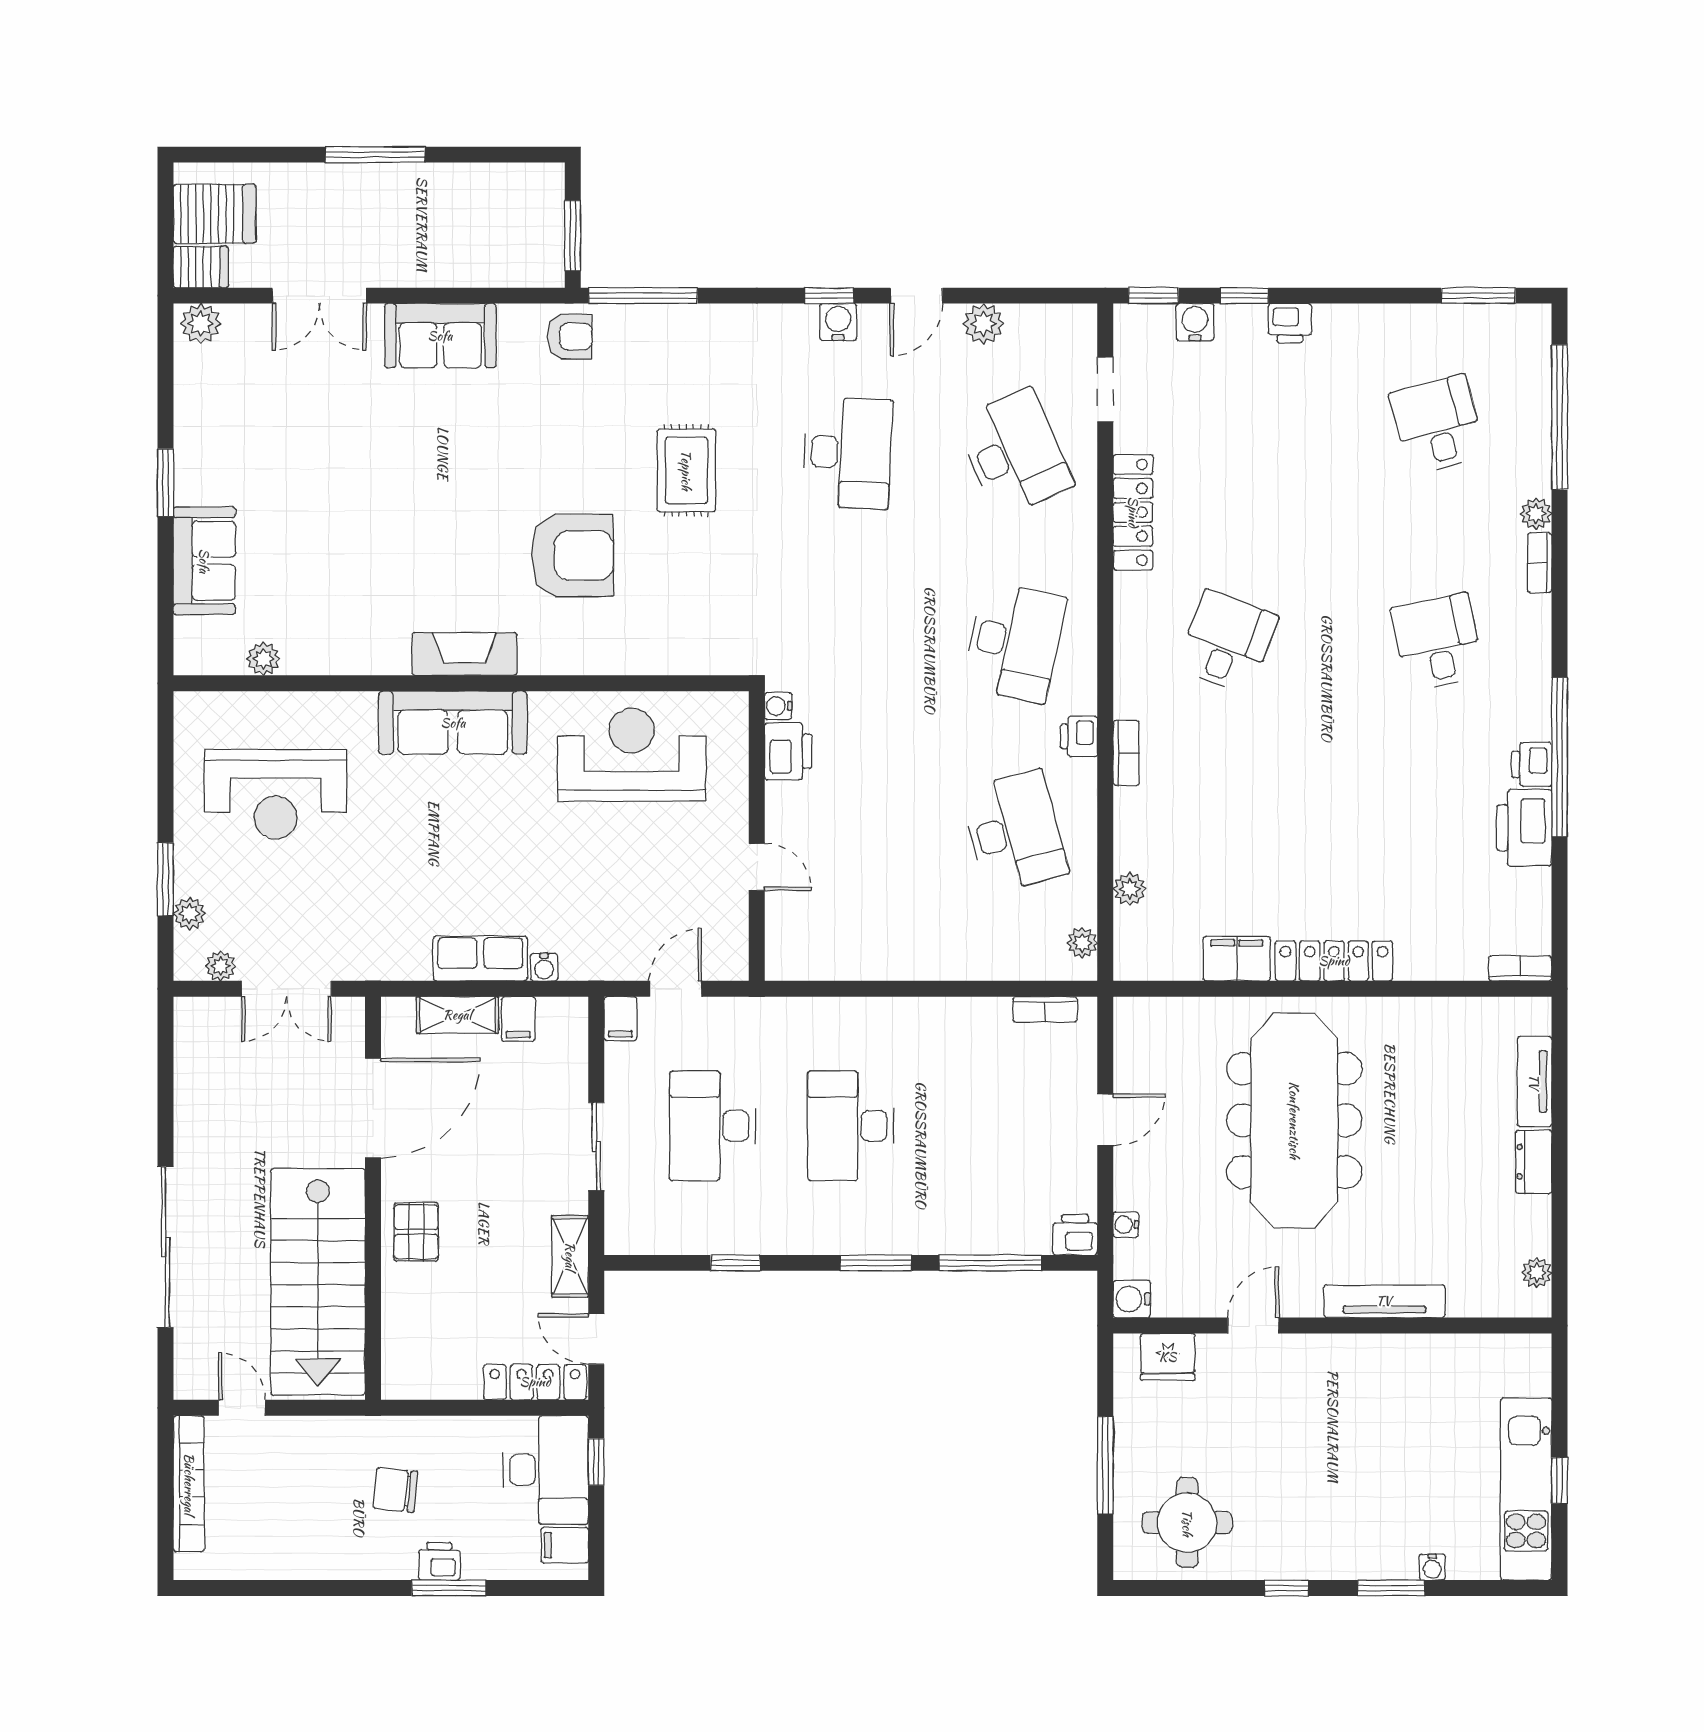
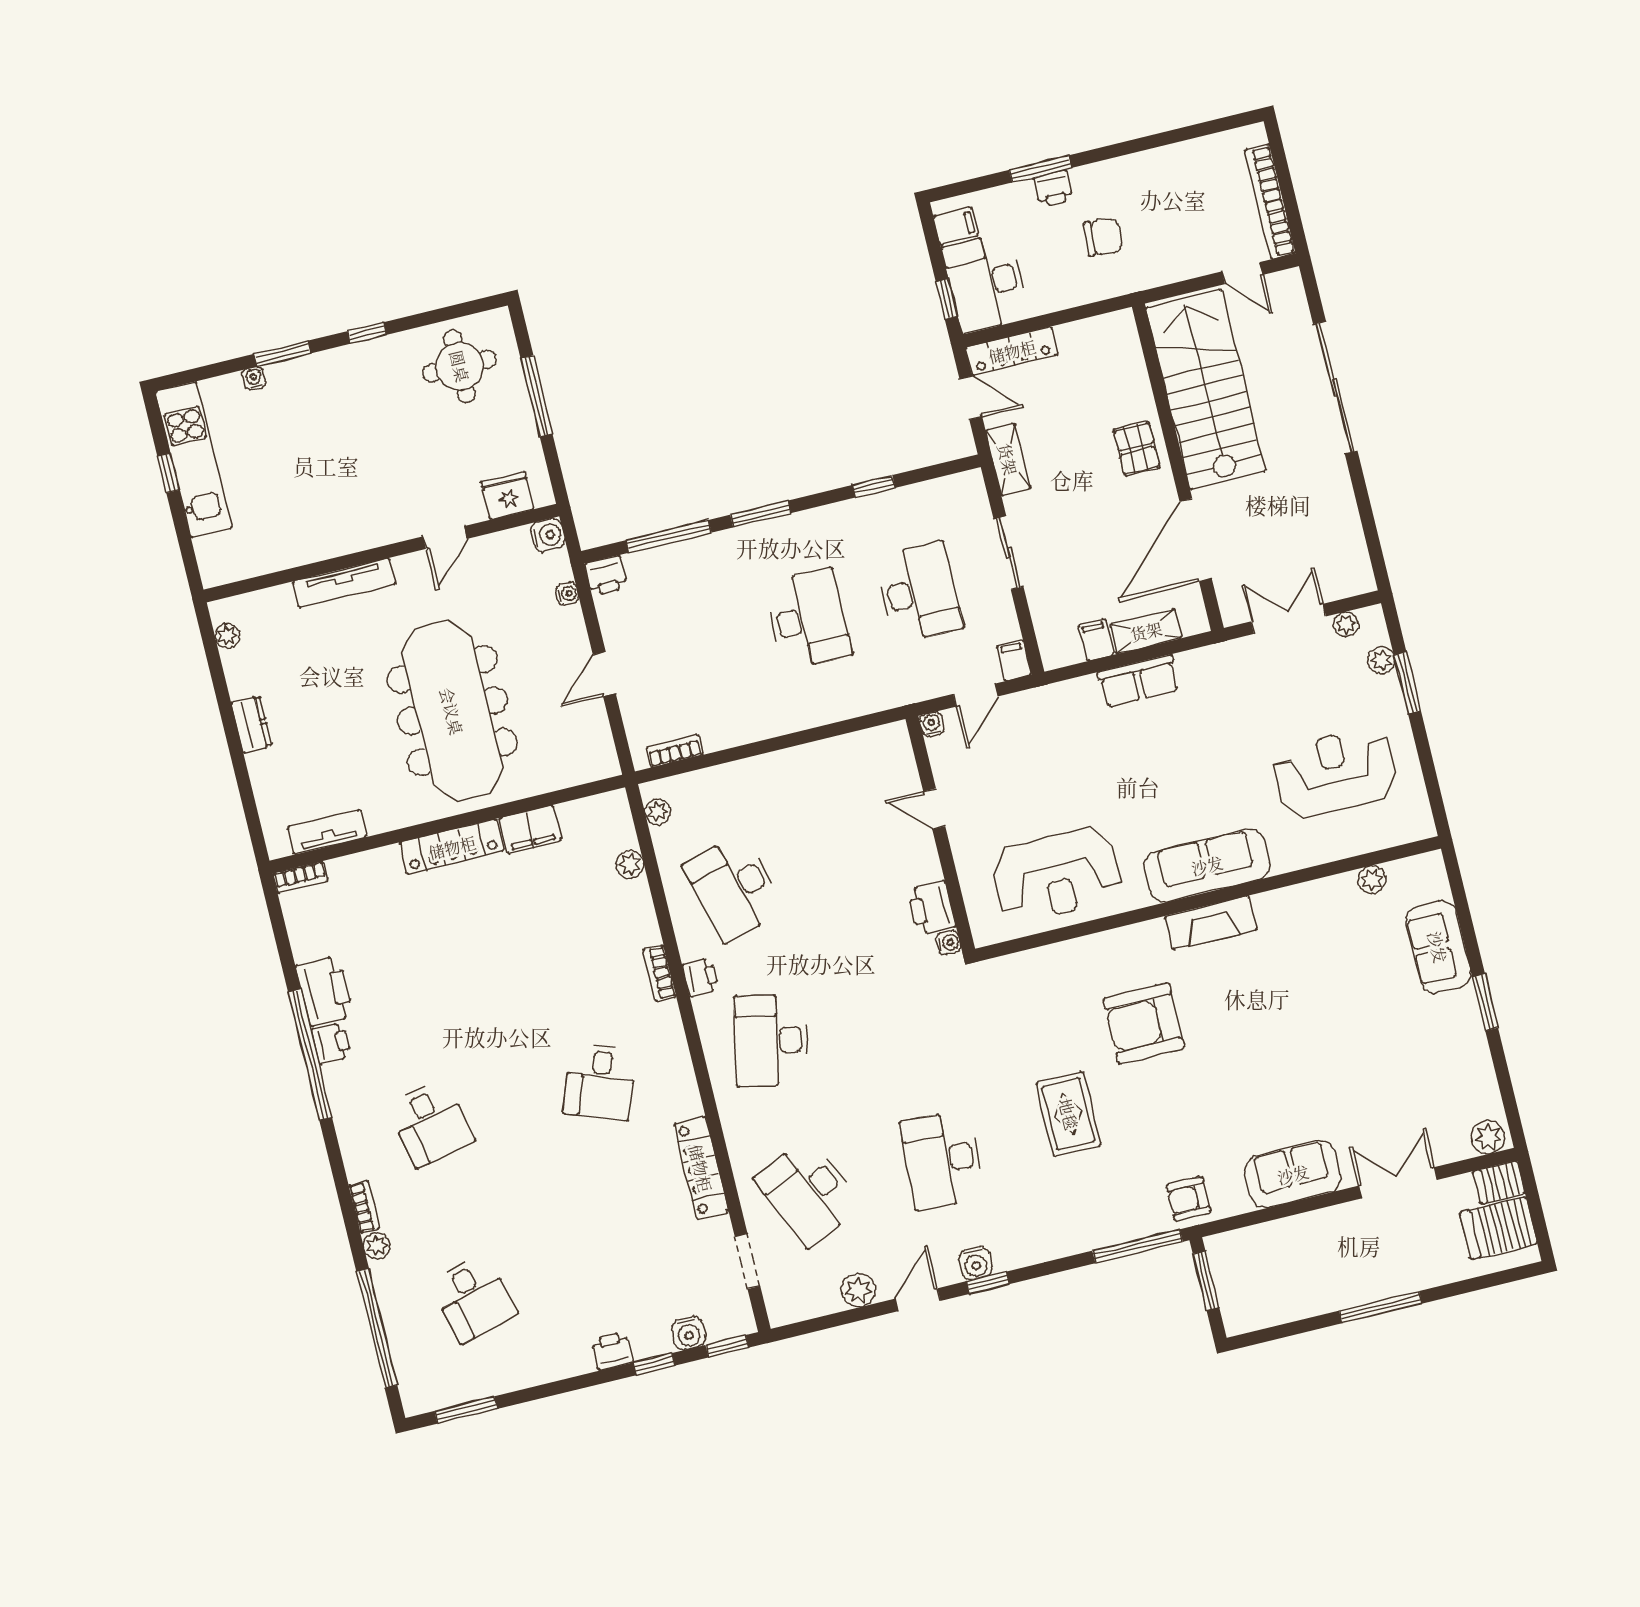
water cooler: (544, 967) -> (932, 724), moved
tv unit: (1534, 1082) -> (327, 832), moved, turned -90

